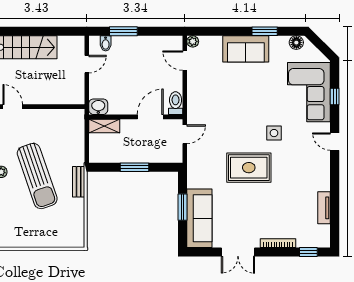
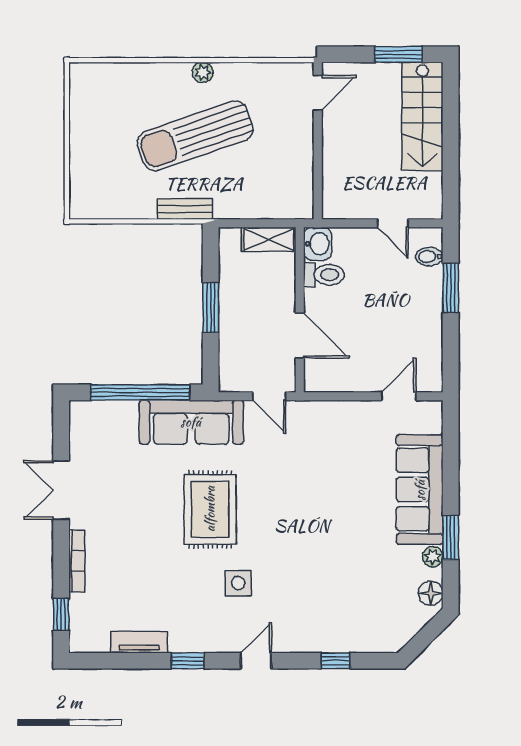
plant: (193, 41) -> (433, 557), moved
sofa: (246, 49) -> (420, 490), width x1.36
corner sofa: (309, 92) -> (343, 615), removed
toilet: (176, 103) -> (324, 275), moved
shelving: (104, 126) -> (269, 239), moved, turned 90
side table: (274, 133) -> (238, 583), moved
window: (335, 180) -> (188, 661), added
window: (183, 207) -> (140, 392), width x2.11
sofa: (199, 218) -> (191, 422), moved

